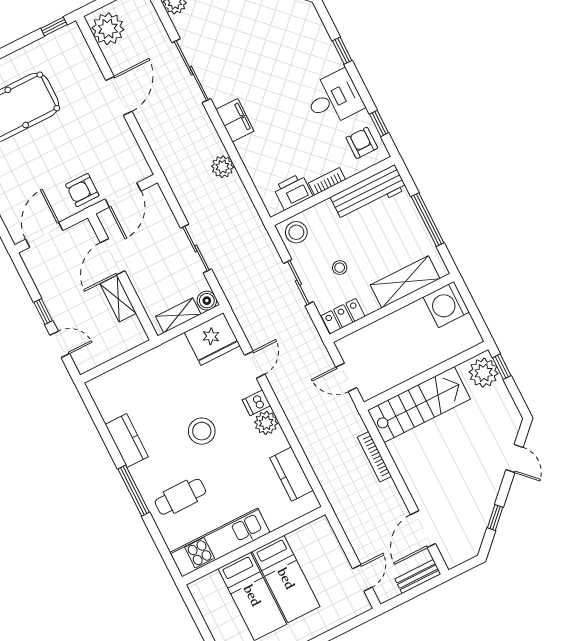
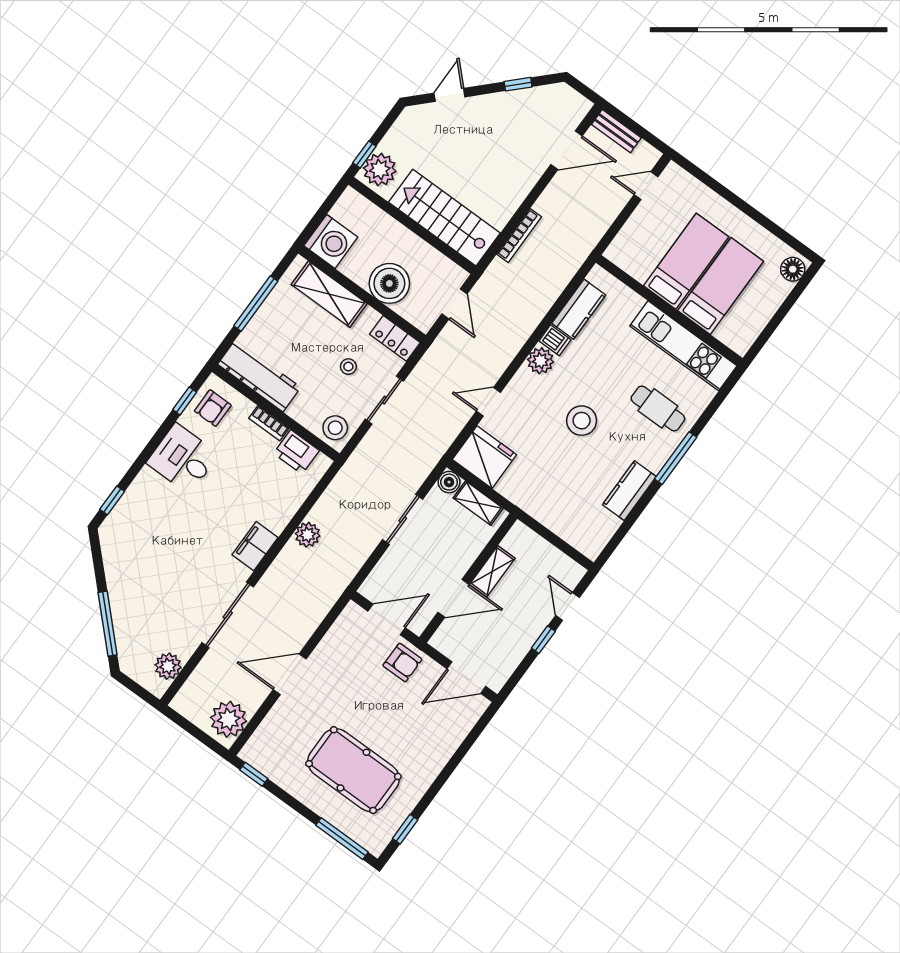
window: (342, 51) -> (112, 500), moved
boiler: (389, 334) -> (389, 283), added
dishwasher: (256, 403) -> (555, 340), moved

